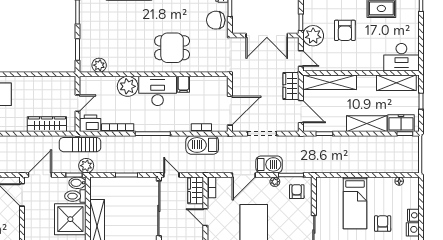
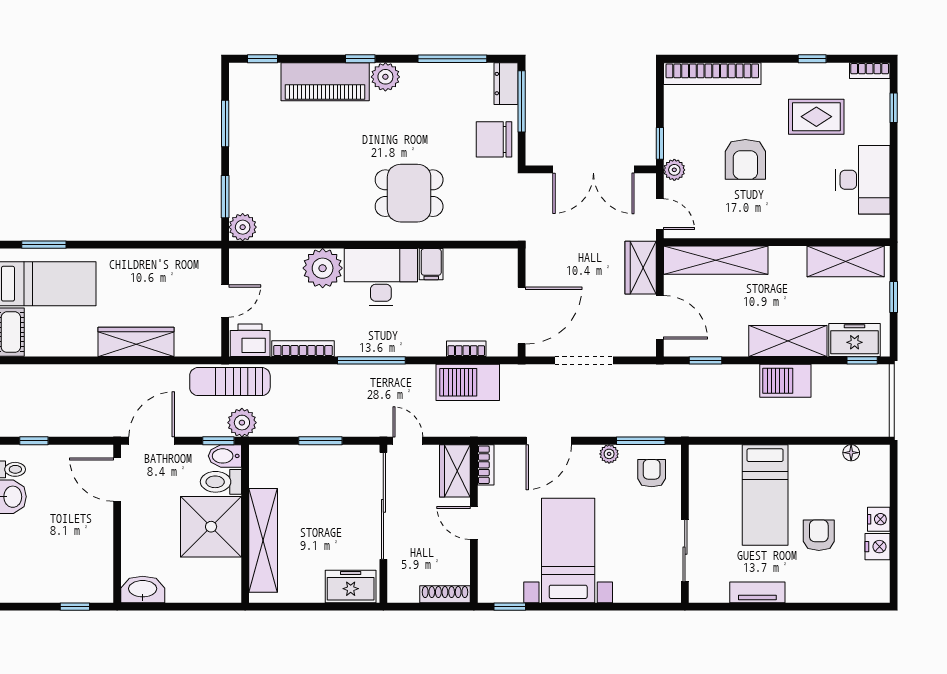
plant: (313, 36) -> (674, 170), width x0.53, depth x0.53
desk: (401, 57) -> (863, 180), moved, turned -90
plant: (99, 65) -> (243, 227), moved
wardrobe: (47, 124) -> (136, 342), moved
barbecue: (269, 164) -> (785, 381), moved, turned 180

